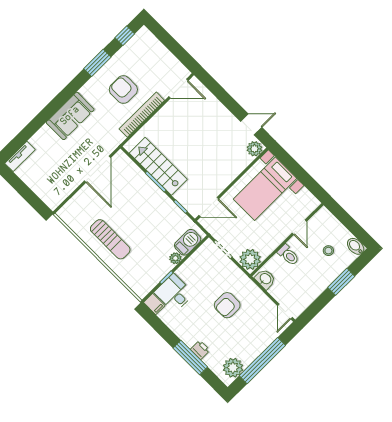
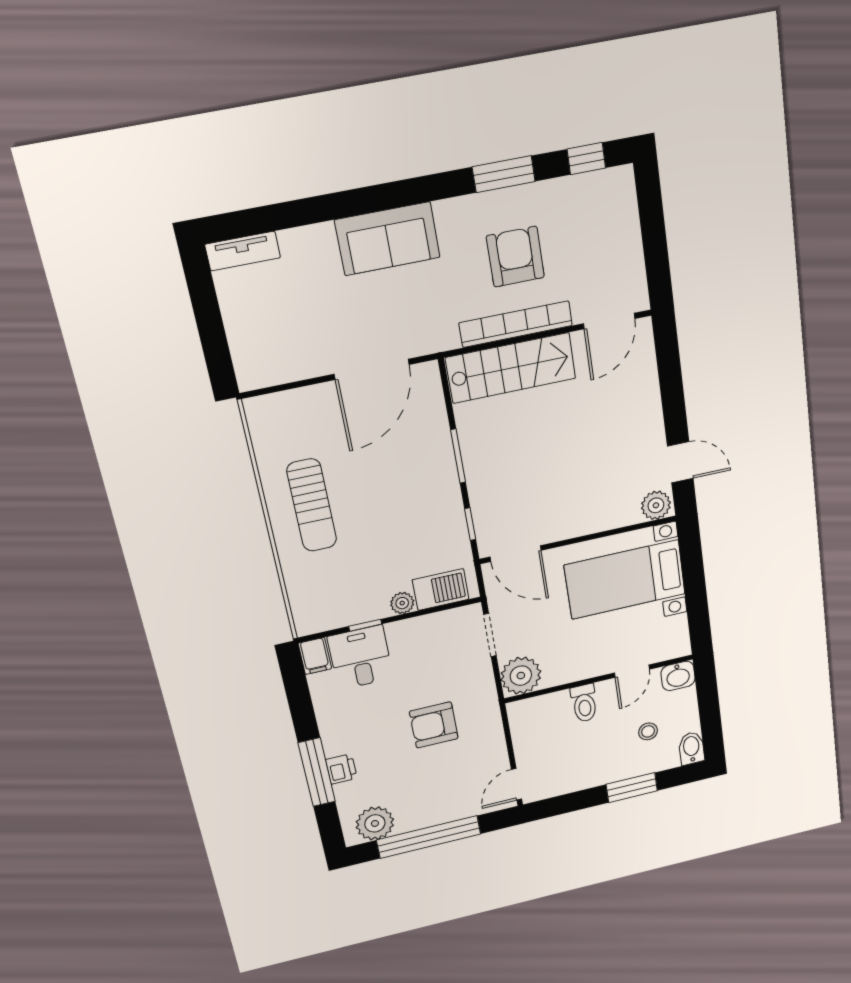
door: (178, 89) -> (609, 321), hinge flipped
stairs: (158, 166) -> (511, 368), moved, turned 90
washbasin: (265, 279) -> (678, 676), moved, turned 90

